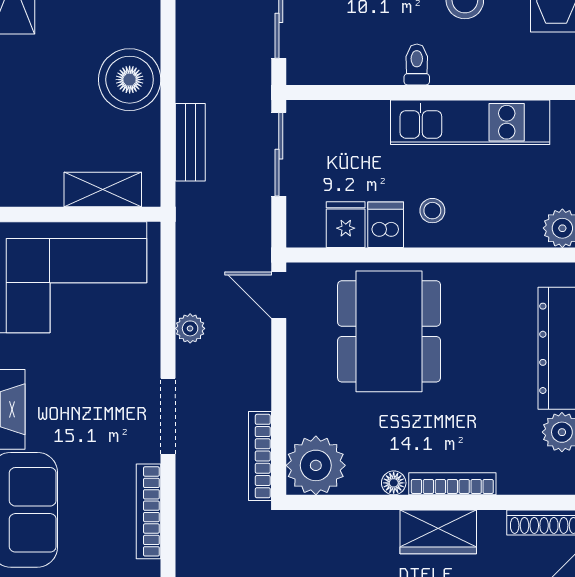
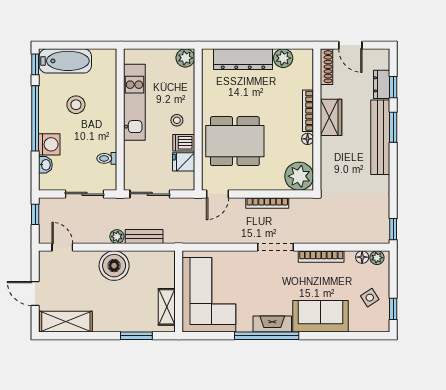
toilet: (417, 64) -> (107, 158), moved
shelving: (103, 190) -> (167, 307), moved
plant: (190, 328) -> (117, 237), moved
bookcase: (260, 456) -> (267, 203), moved

